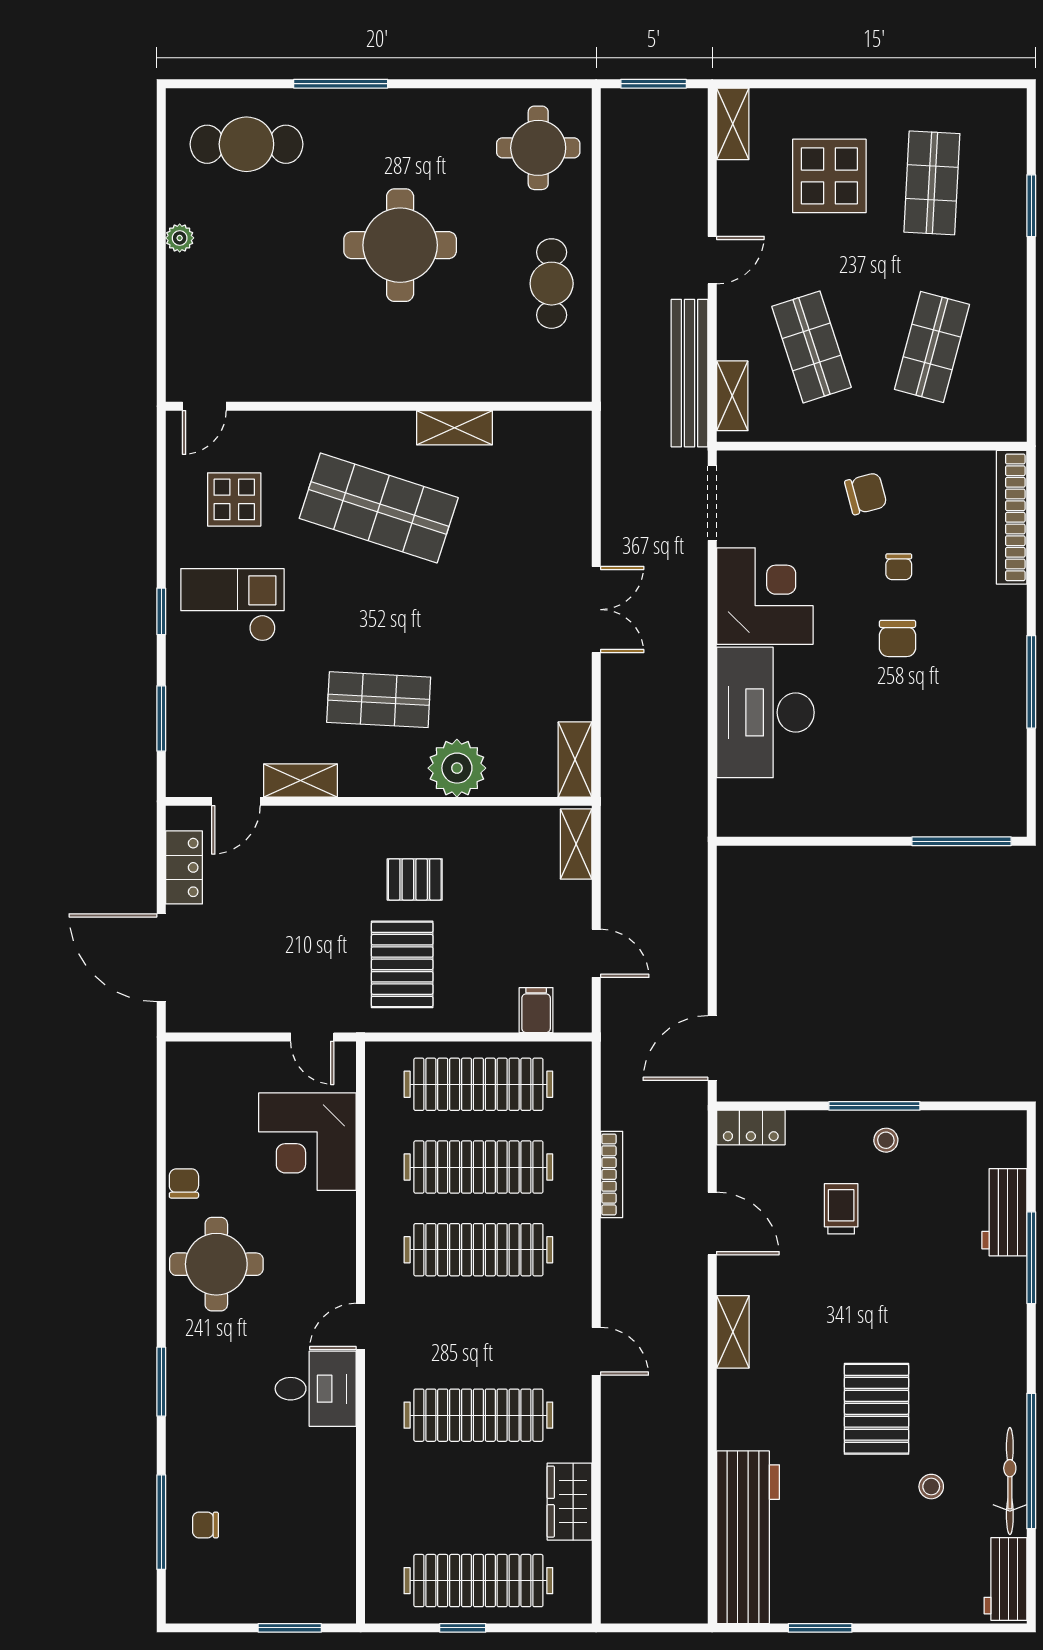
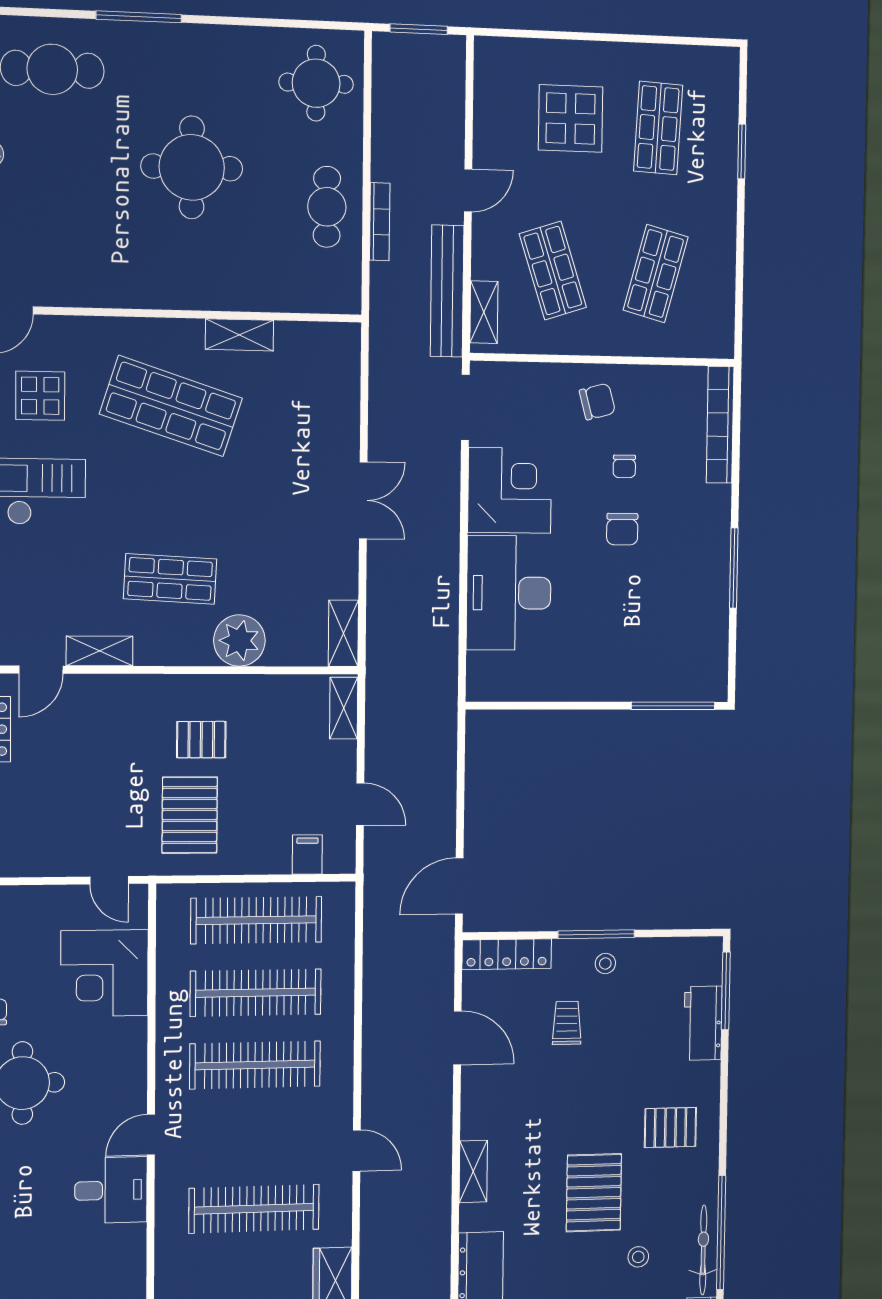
shelving: (733, 124) -> (487, 68), removed
locker: (751, 1128) -> (507, 954), width x1.53
bookcase: (612, 1174) -> (380, 222), moved
window: (1031, 1258) -> (726, 991), moved
shelving: (733, 1332) -> (473, 1171), moved
pallet: (967, 1334) -> (670, 1127), added

